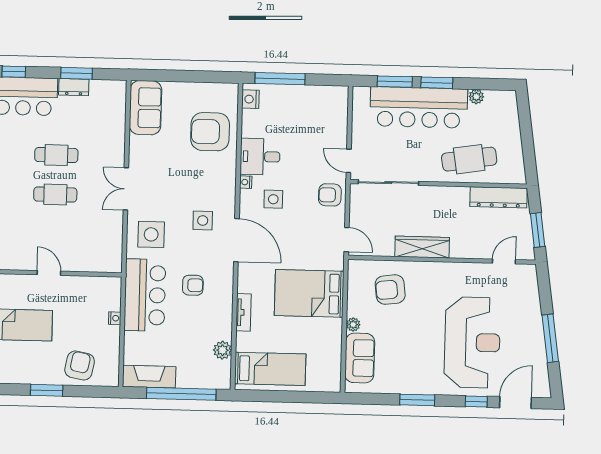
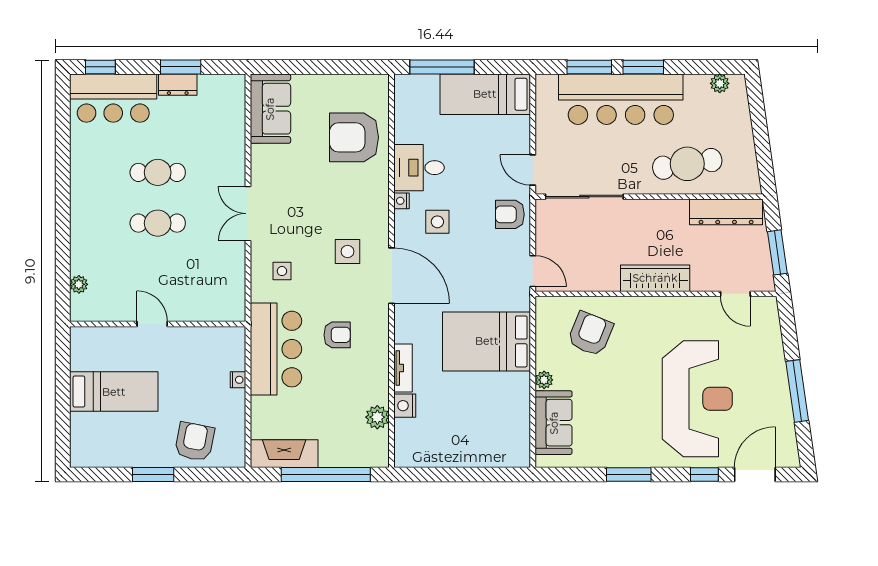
plant: (476, 97) -> (720, 83), moved
nightstand: (250, 99) -> (405, 406), moved
side table: (151, 234) -> (282, 271), width x0.54, depth x0.54
wardrobe: (422, 247) -> (655, 278), moved
door: (504, 261) -> (735, 294), swing flipped
armchair: (390, 290) -> (590, 334), turned 119
bed: (270, 369) -> (485, 94), moved, turned 180

